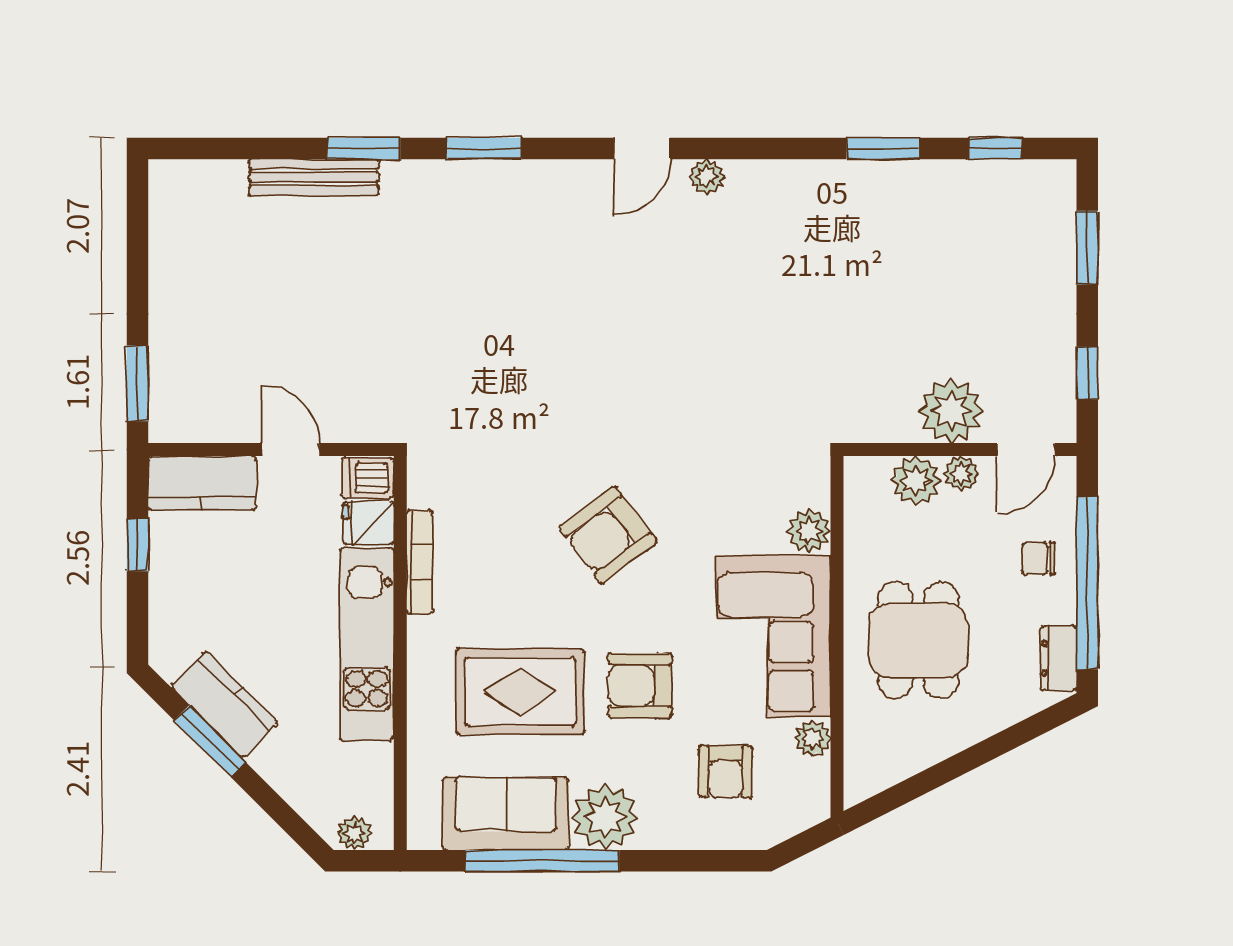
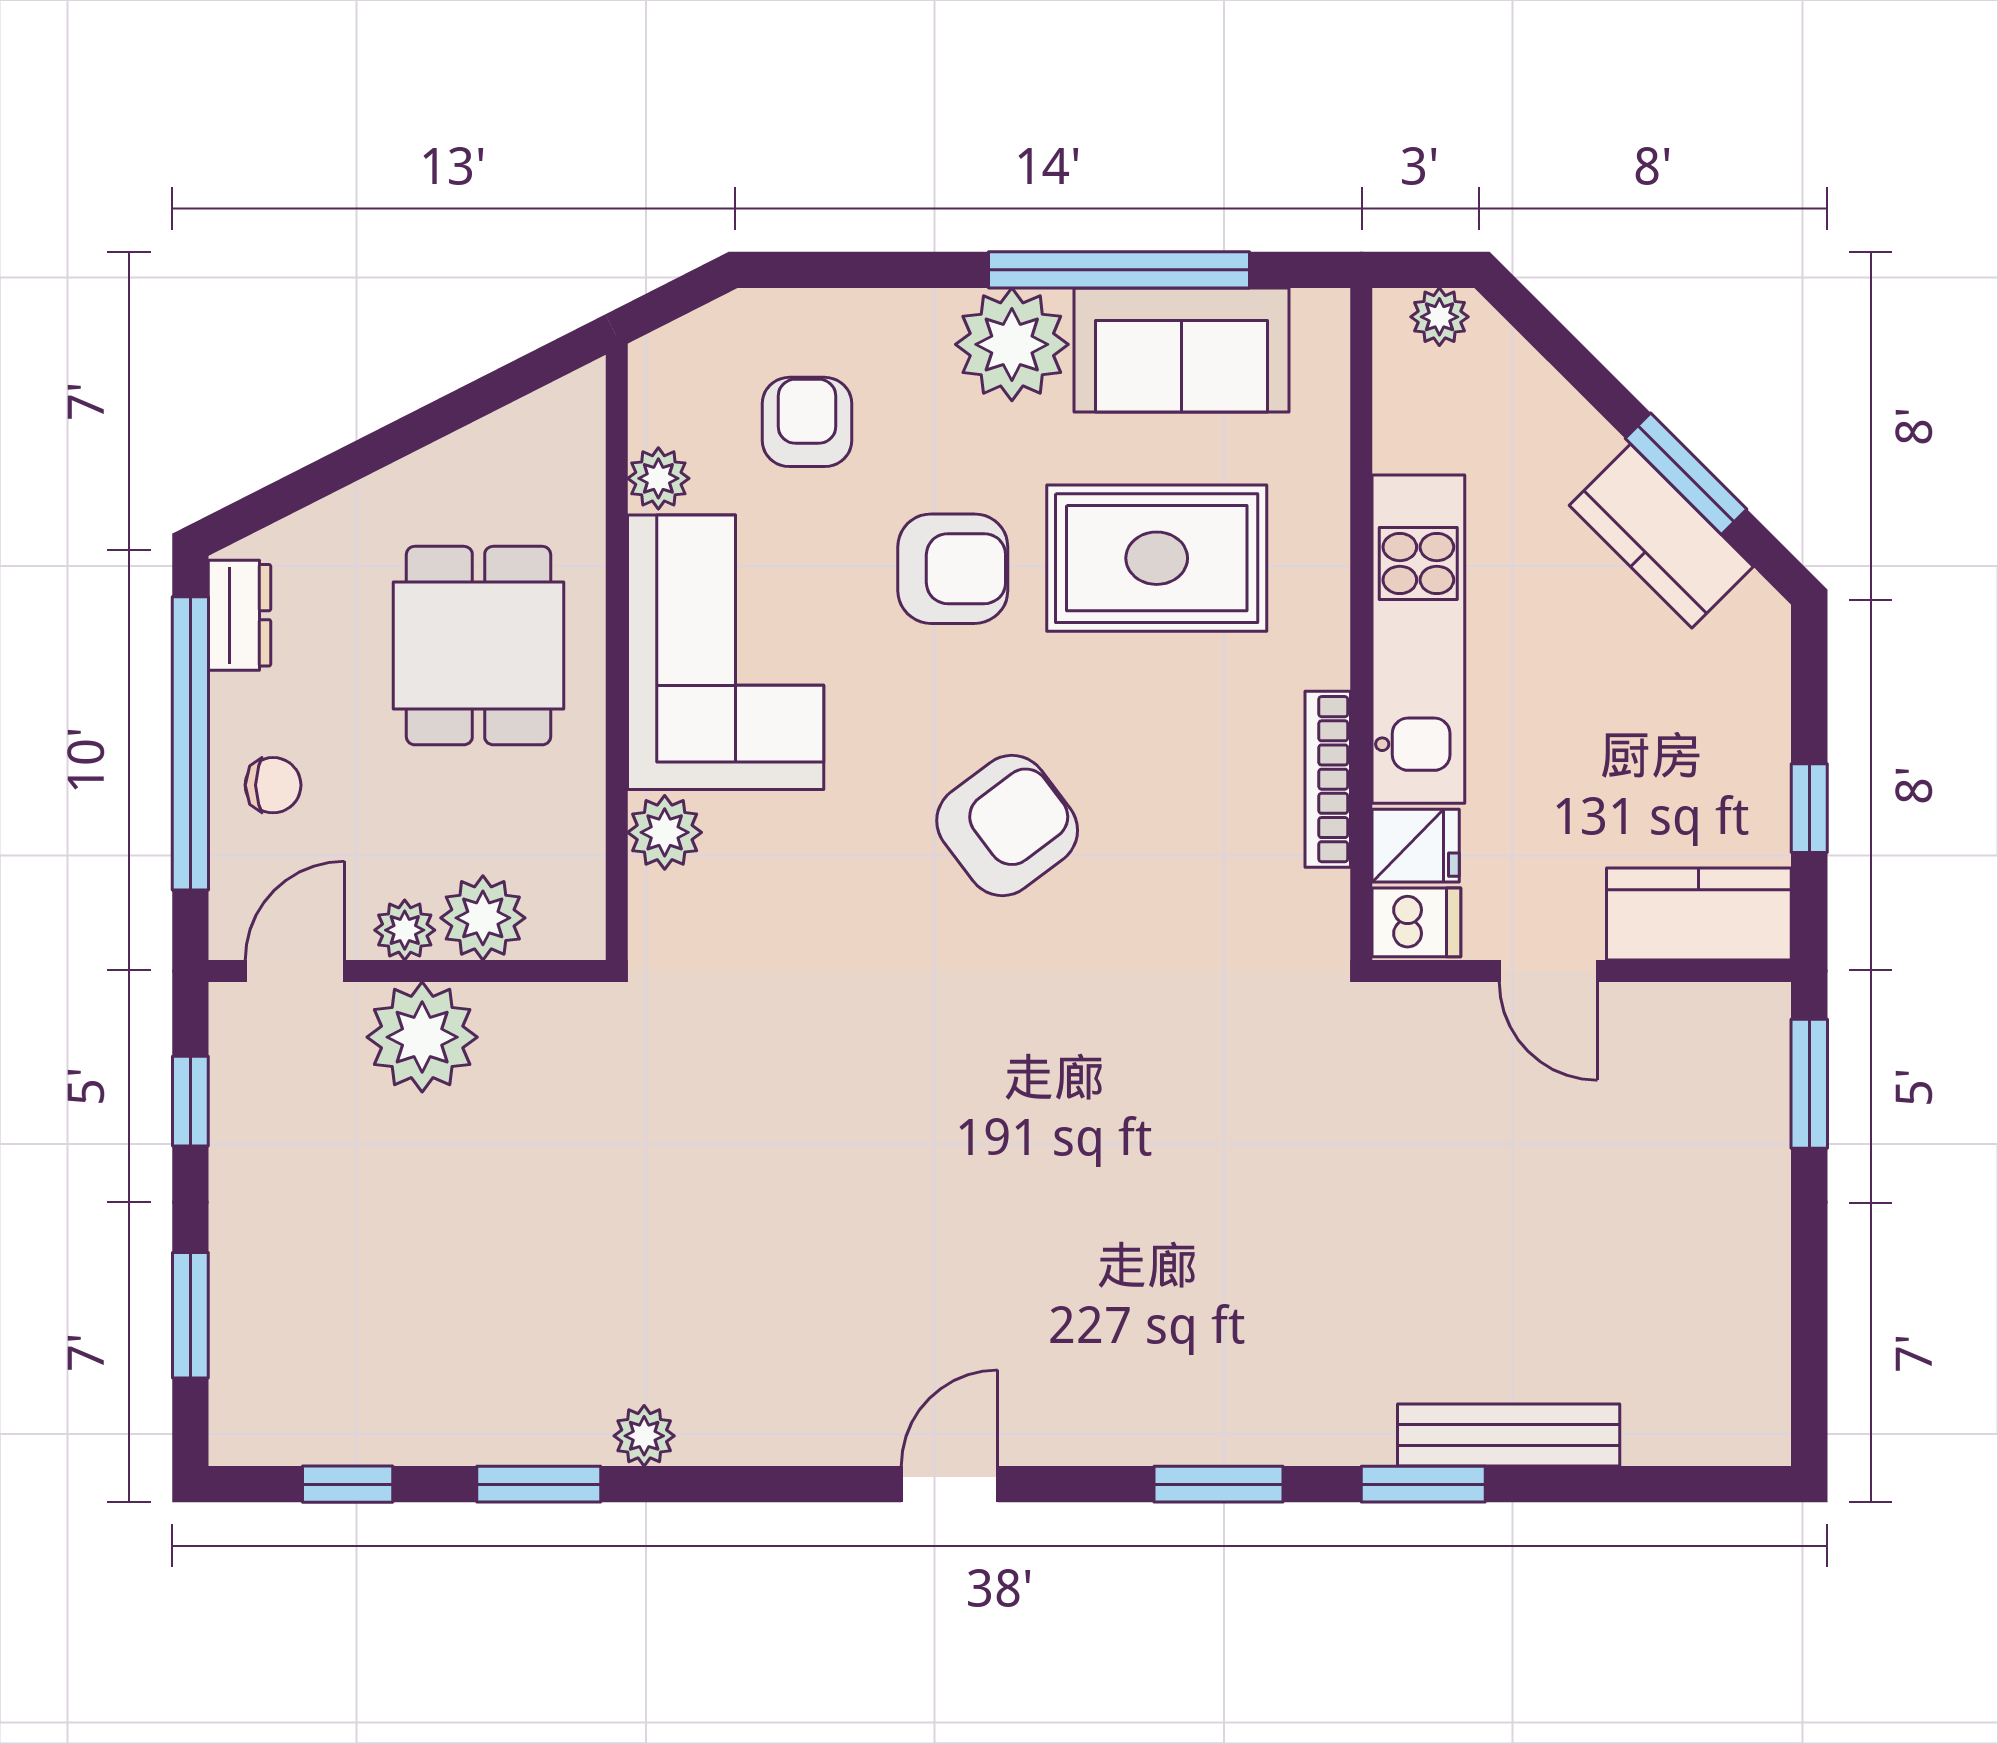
plant: (707, 177) -> (644, 1436), moved

